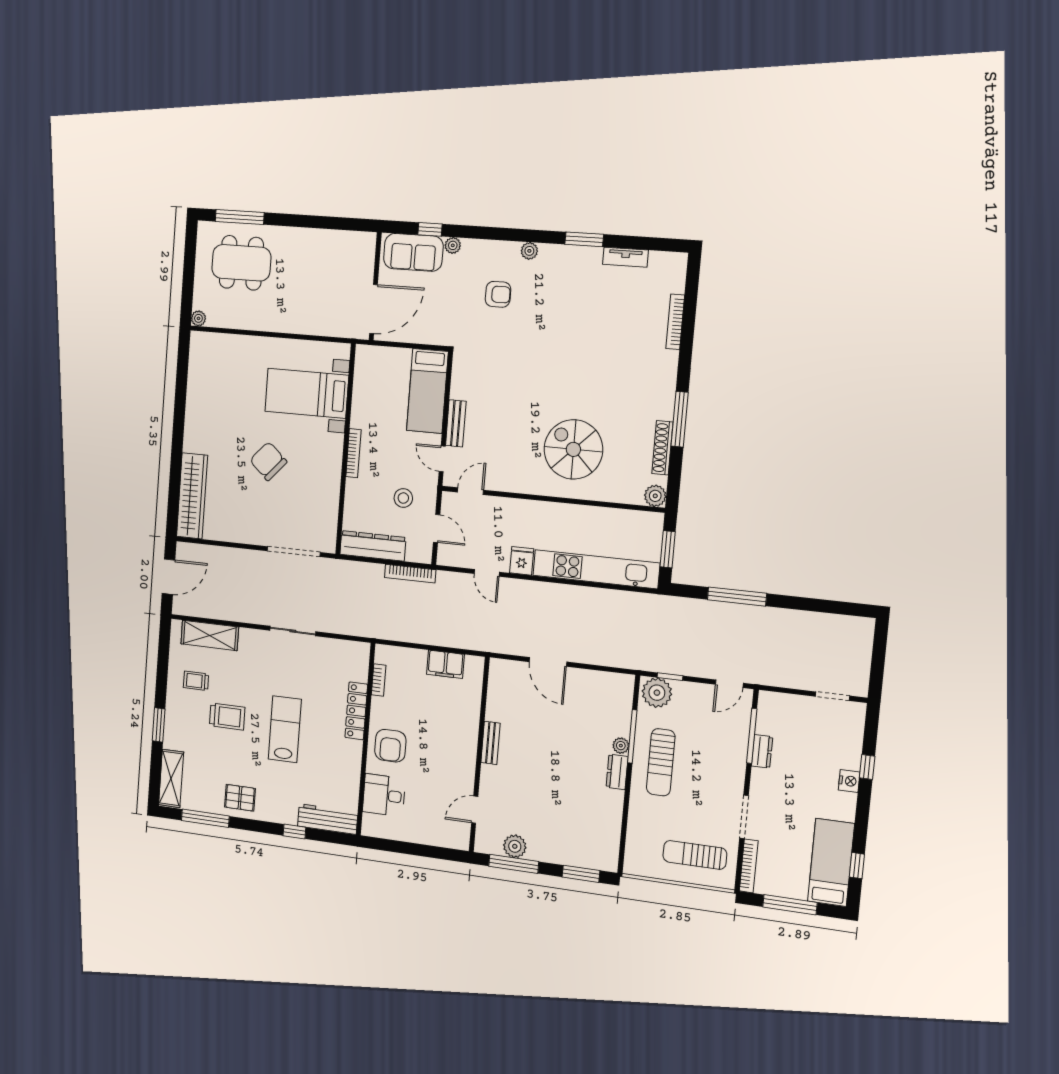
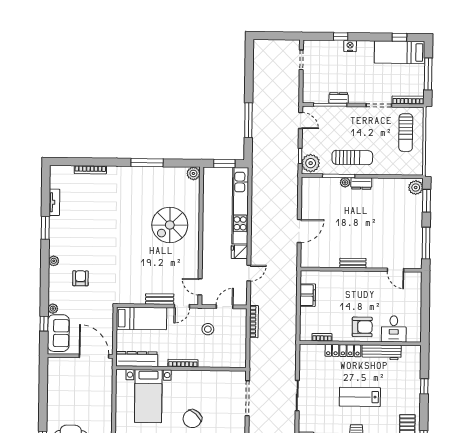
shoe rack: (662, 448) -> (165, 171), removed
dresser: (373, 546) -> (137, 359), moved, turned 90
workbench: (328, 819) -> (382, 352), moved, turned -90
plant: (515, 846) -> (416, 188), moved

